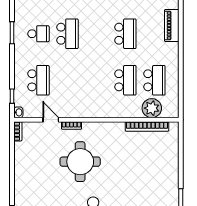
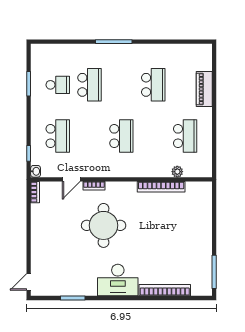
piano: (172, 26) -> (204, 89), moved
school desk: (125, 80) -> (121, 136), moved
plant: (152, 108) -> (177, 172), width x0.53, depth x0.53
door: (51, 120) -> (71, 179), swing flipped
bookcase: (147, 126) -> (161, 187), moved

